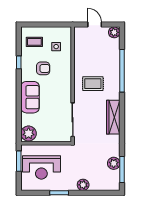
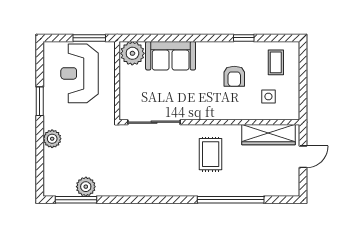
plant: (114, 32) -> (291, 187), removed
sofa: (30, 97) -> (171, 56), moved
wardrobe: (113, 117) -> (268, 135), moved, turned 180

